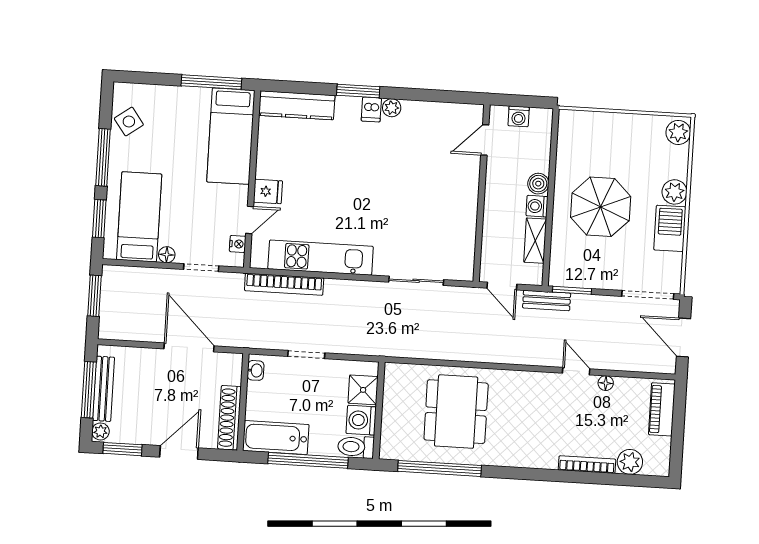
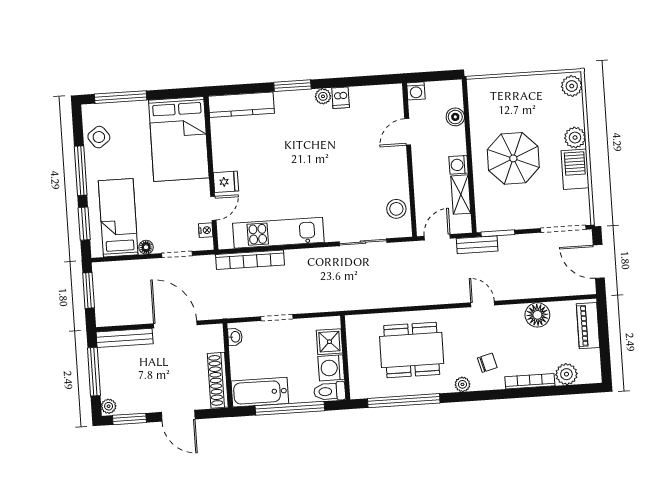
window: (211, 82) -> (121, 97), moved
dishwasher: (371, 109) -> (341, 98), moved
washing machine: (519, 116) -> (416, 91), moved
bed: (231, 136) -> (179, 139), width x1.50
door: (485, 140) -> (408, 132), moved
boiler: (538, 184) -> (455, 117), moved
stool: (459, 247) -> (396, 209), added
door: (502, 286) -> (437, 237), swing flipped
door: (576, 371) -> (483, 304), moved
floor lamp: (606, 383) -> (537, 315), width x1.89, depth x1.89
bench: (103, 389) -> (125, 338), moved, turned 90
dining table: (456, 412) -> (412, 350), turned 90
chair: (541, 437) -> (487, 363), added
door: (179, 452) -> (178, 416), swing flipped
plant: (509, 458) -> (462, 384), added

